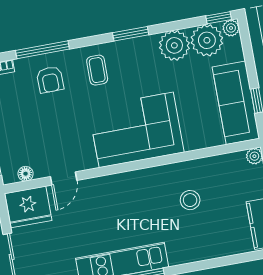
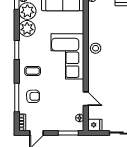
stool: (190, 200) -> (96, 48), moved
fridge: (28, 207) -> (95, 125), width x0.53, depth x0.75

